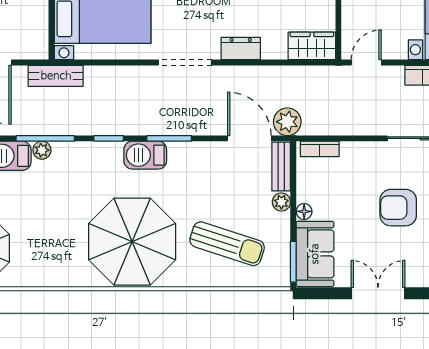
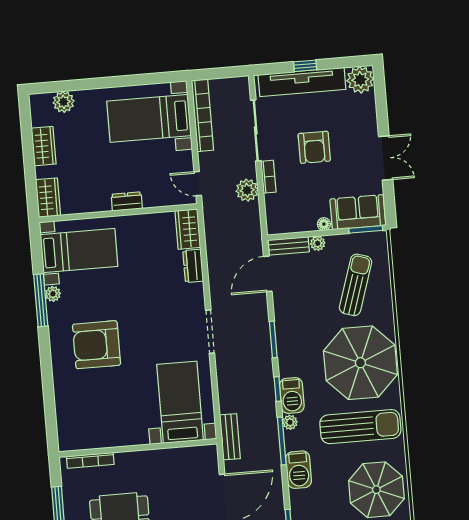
dresser: (241, 49) -> (193, 266), moved
plant: (287, 122) -> (247, 190), moved
bookcase: (320, 149) -> (268, 177), moved
plant: (42, 150) -> (290, 422), moved
barbecue: (145, 155) -> (292, 395), moved
sun lounger: (55, 235) -> (360, 427), added
double door: (378, 293) -> (386, 158), swing flipped

